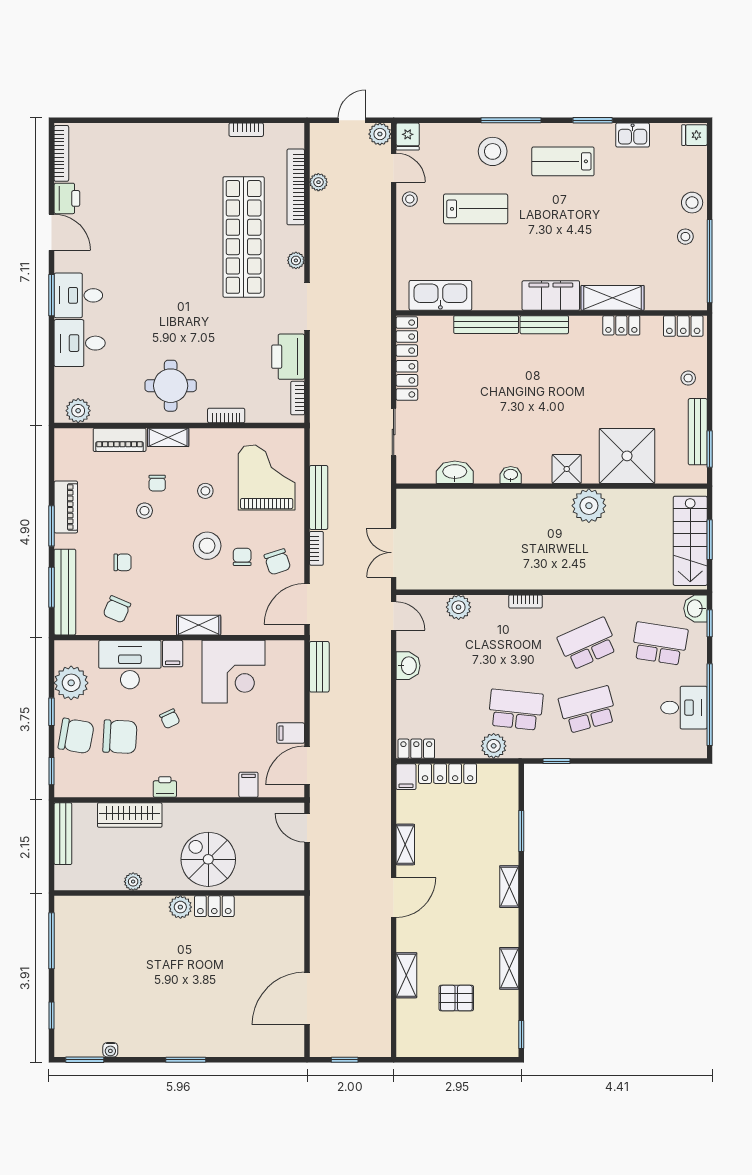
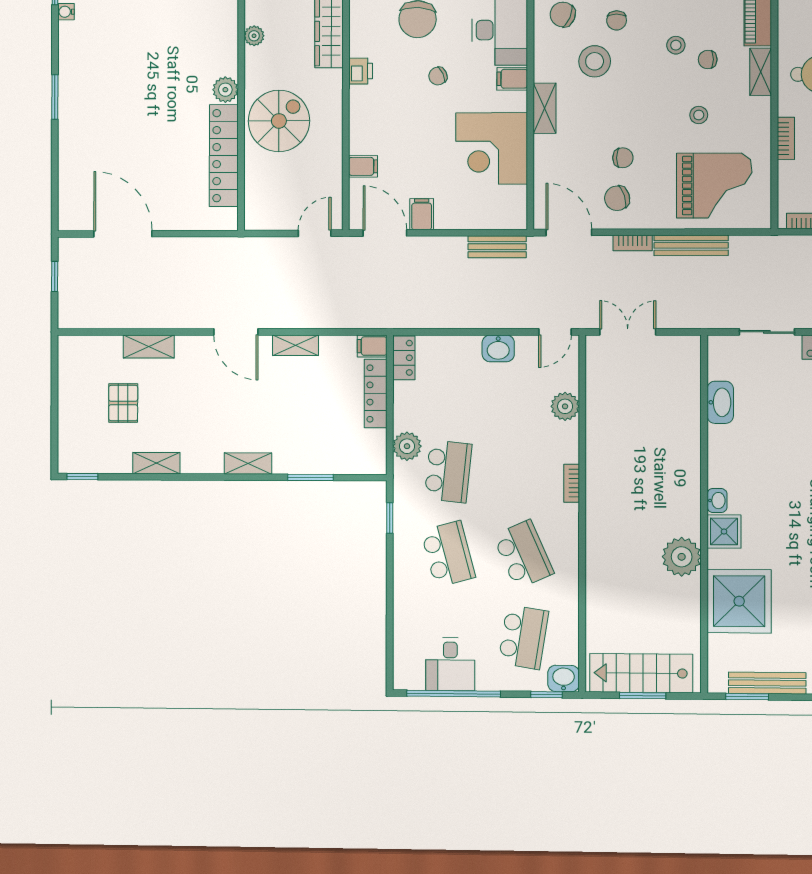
washbasin: (511, 475) -> (717, 501), moved
stool: (207, 546) -> (595, 61), moved
locker: (214, 906) -> (224, 156), width x2.16, depth x1.21

